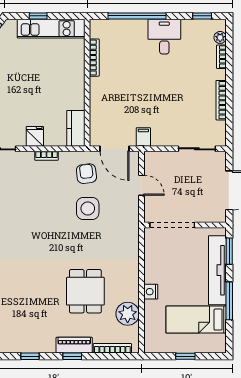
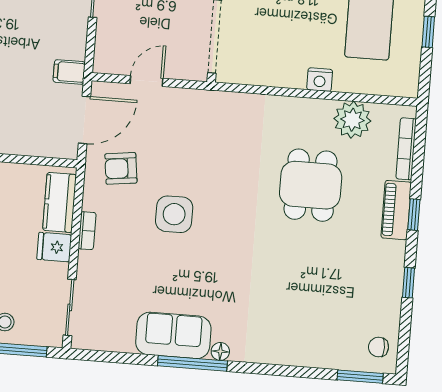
kitchen counter: (76, 128) -> (60, 202), moved, turned 90
side table: (88, 208) -> (174, 214), moved
dining table: (85, 291) -> (311, 185), turned 90

